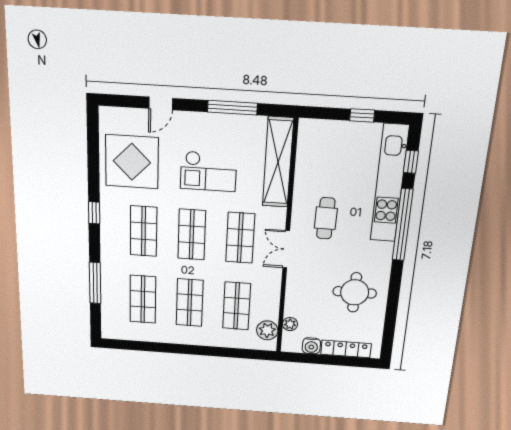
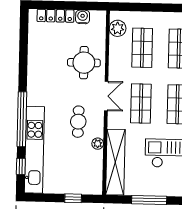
window: (362, 115) -> (73, 198), moved
round table: (355, 292) -> (84, 63), moved
plant: (290, 324) -> (98, 144), moved

